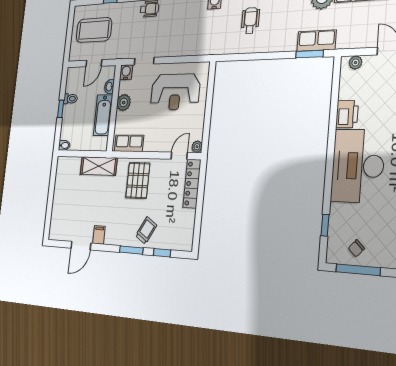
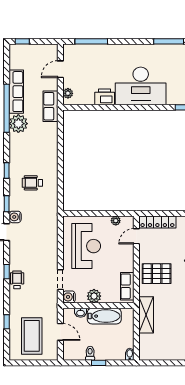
row of seats: (316, 41) -> (51, 106), moved
window: (310, 54) -> (60, 130), removed
plant: (197, 147) -> (116, 221), moved
door: (179, 156) -> (136, 236), hinge flipped

